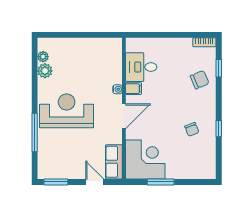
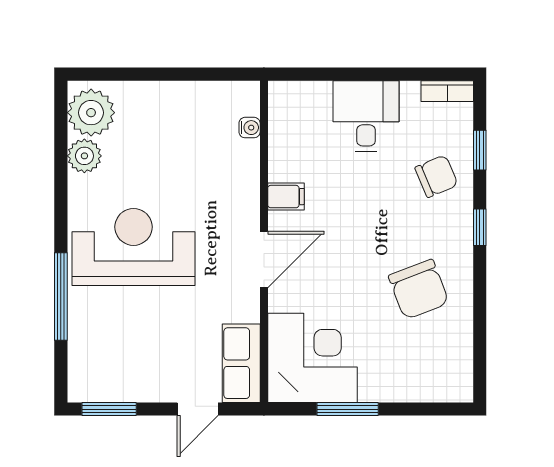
plant: (43, 57) -> (91, 113), width x1.87, depth x1.87
desk: (141, 67) -> (366, 116), moved, turned 90
water cooler: (118, 89) -> (250, 128), moved
chair: (192, 129) -> (419, 289), width x1.87, depth x1.87
window: (219, 129) -> (480, 227), moved
door: (95, 182) -> (198, 409), swing flipped

